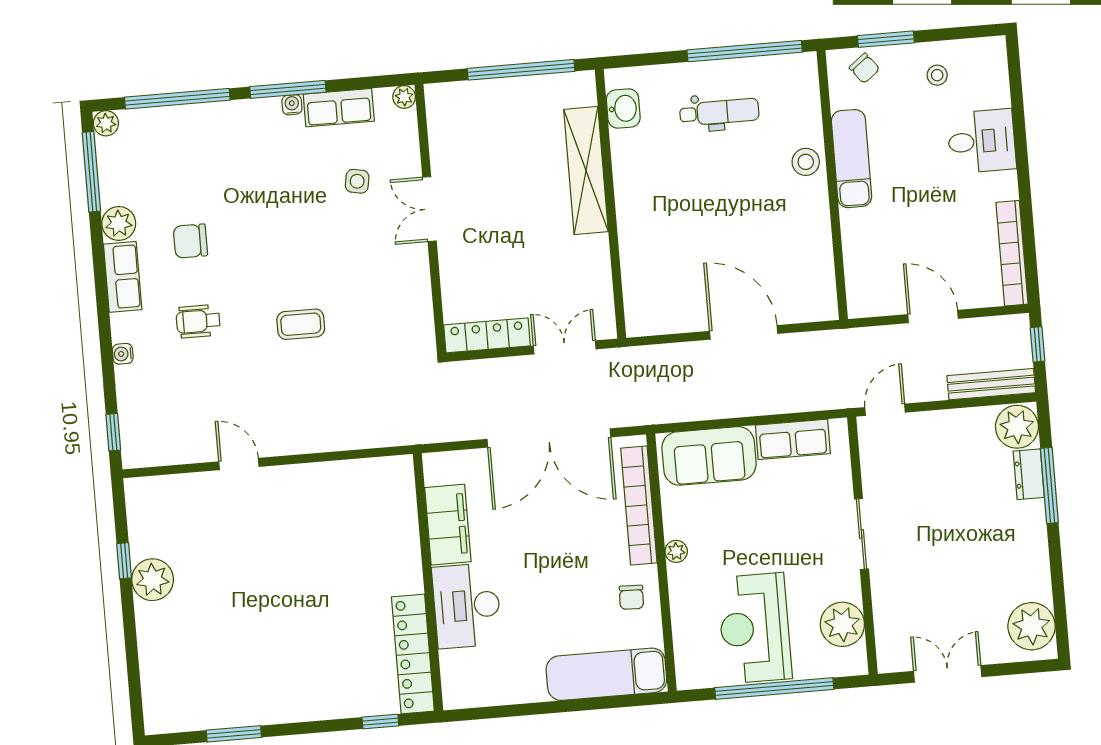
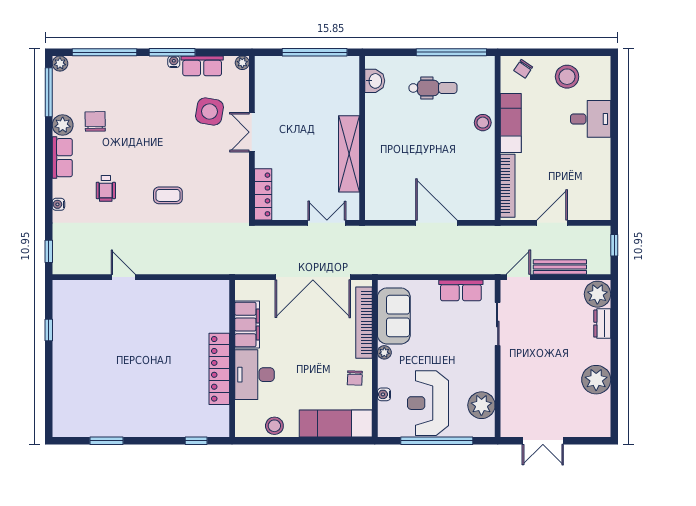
window: (886, 39) -> (538, 52), removed
chair: (864, 68) -> (523, 69), turned 72
stool: (937, 75) -> (567, 77), width x1.89, depth x1.89
shelving: (586, 170) -> (349, 154), moved
side table: (357, 181) -> (209, 112), width x1.87, depth x1.87
chair: (190, 241) -> (95, 121), moved, turned 89
bookcase: (1012, 253) -> (508, 186), moved, turned 180
door: (933, 316) -> (552, 223), hinge flipped
wheelchair: (198, 321) -> (106, 188), turned -90
locker: (487, 335) -> (263, 194), moved, turned 90
bench: (991, 384) -> (560, 267), moved
sofa: (709, 456) -> (394, 316), moved, turned -90
window: (1049, 485) -> (614, 331), removed
sliding door: (861, 534) -> (498, 324), moved
plant: (153, 580) -> (65, 343), removed
water cooler: (681, 620) -> (384, 394), added
plant: (1032, 626) -> (596, 380), moved
locker: (413, 654) -> (219, 369), moved
double door: (948, 674) -> (543, 441), swing flipped
stool: (506, 686) -> (274, 426), added

